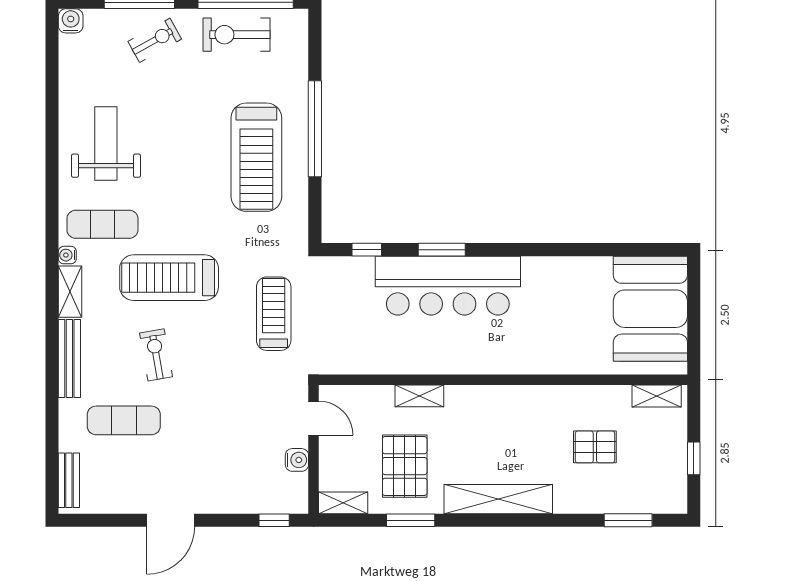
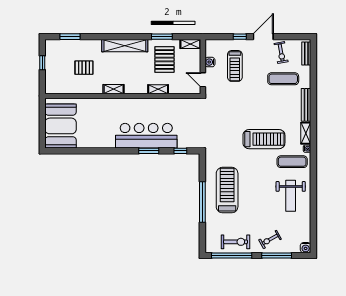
treadmill: (274, 314) -> (235, 66), moved
exercise bike: (156, 355) -> (281, 53), moved
shelving: (657, 396) -> (114, 89), moved
window: (274, 520) -> (240, 37), moved

